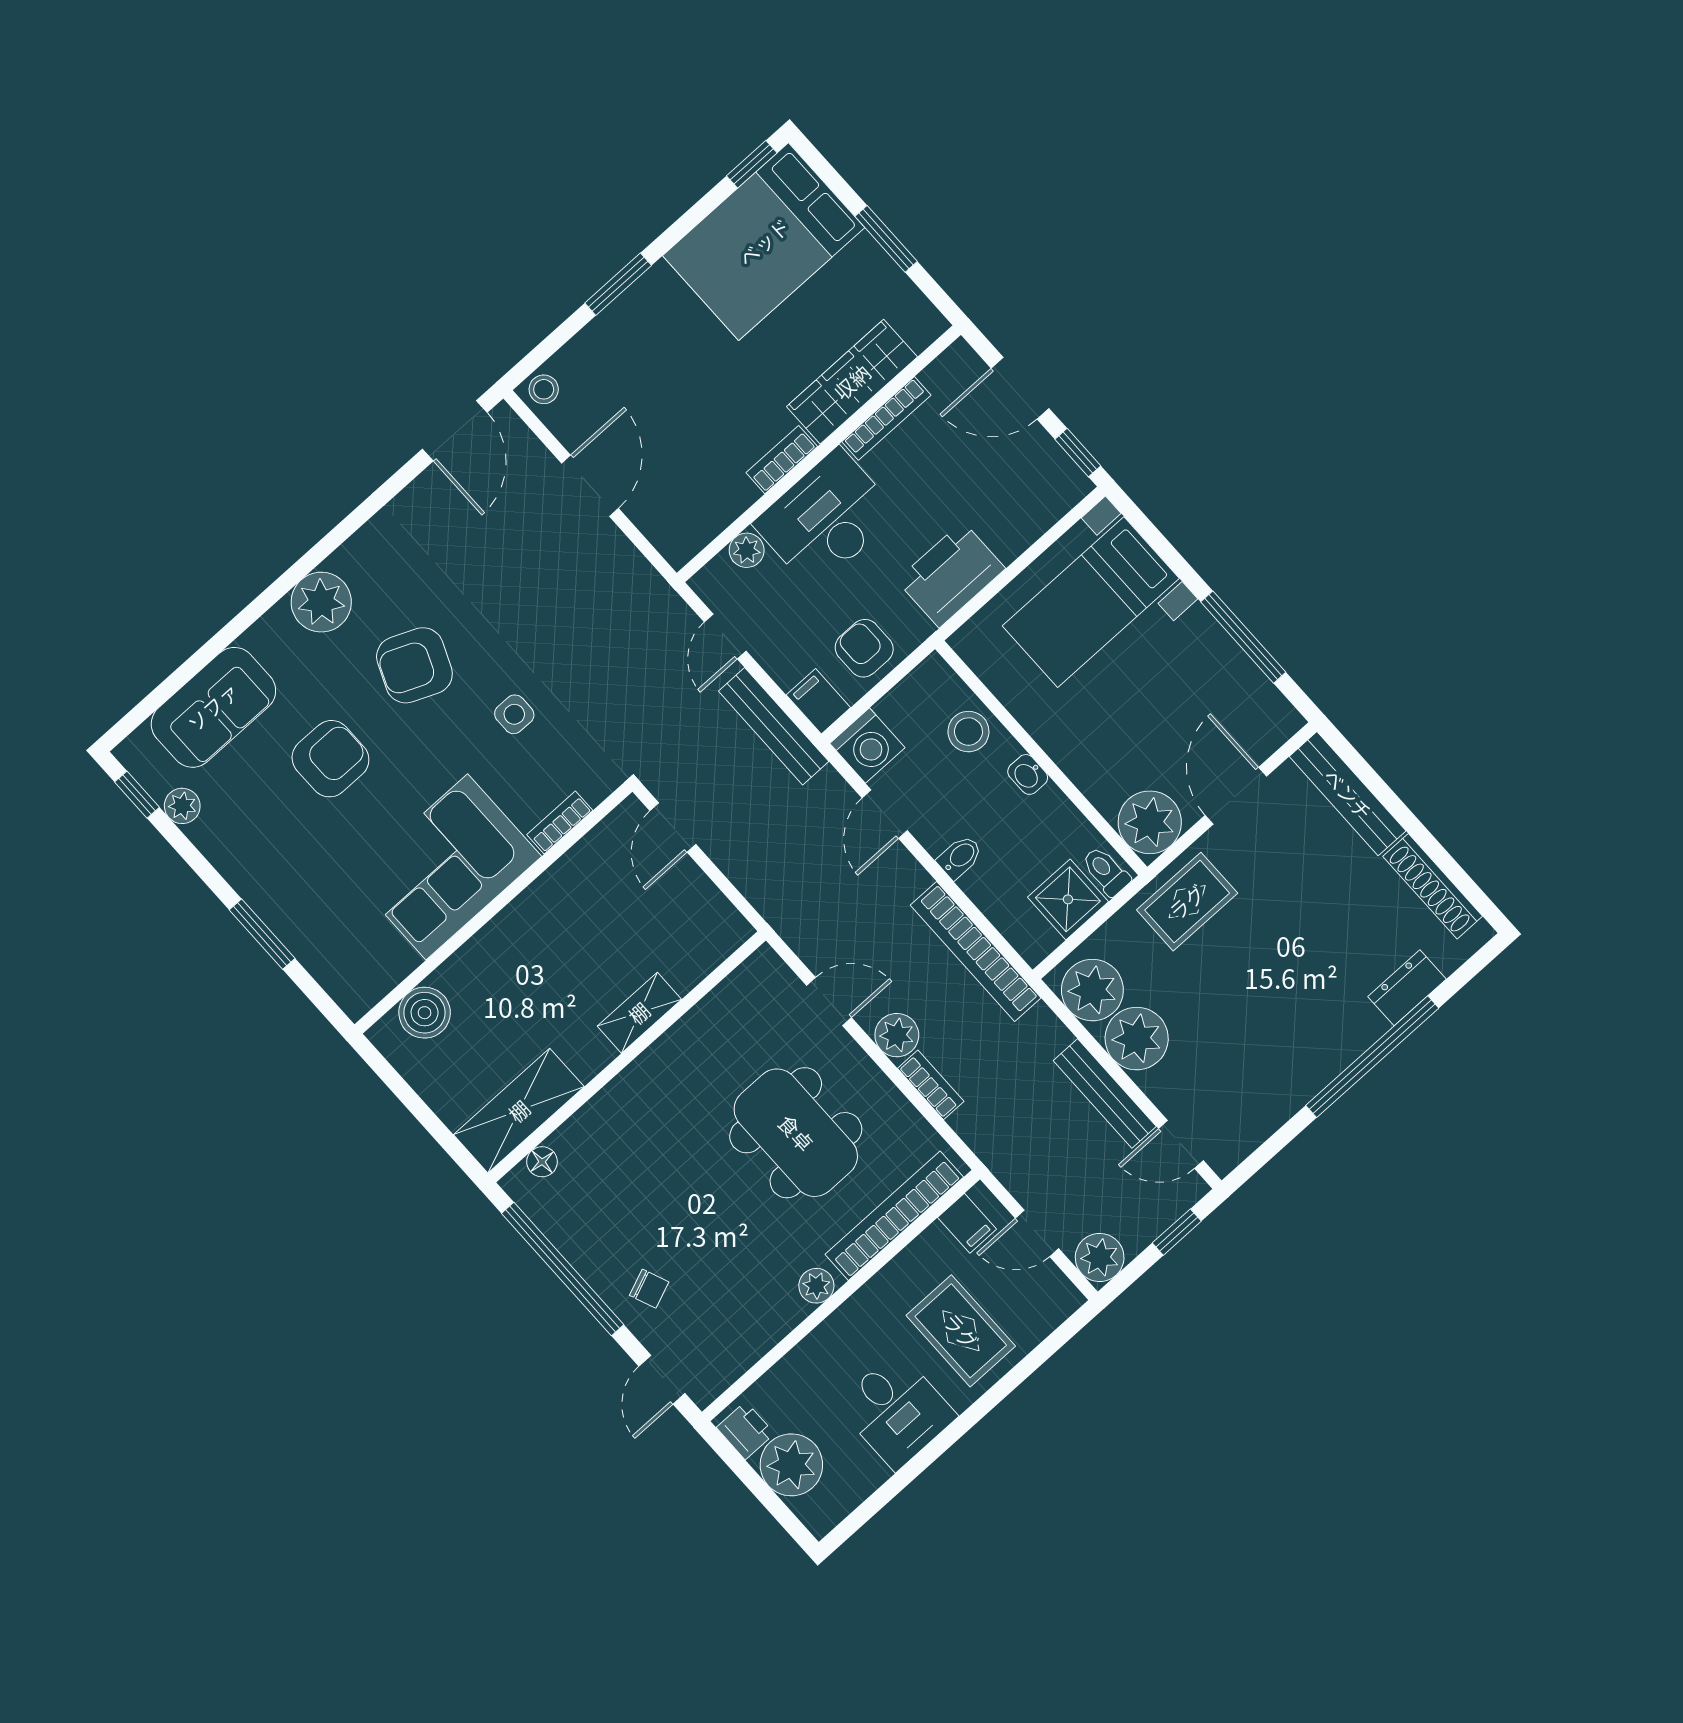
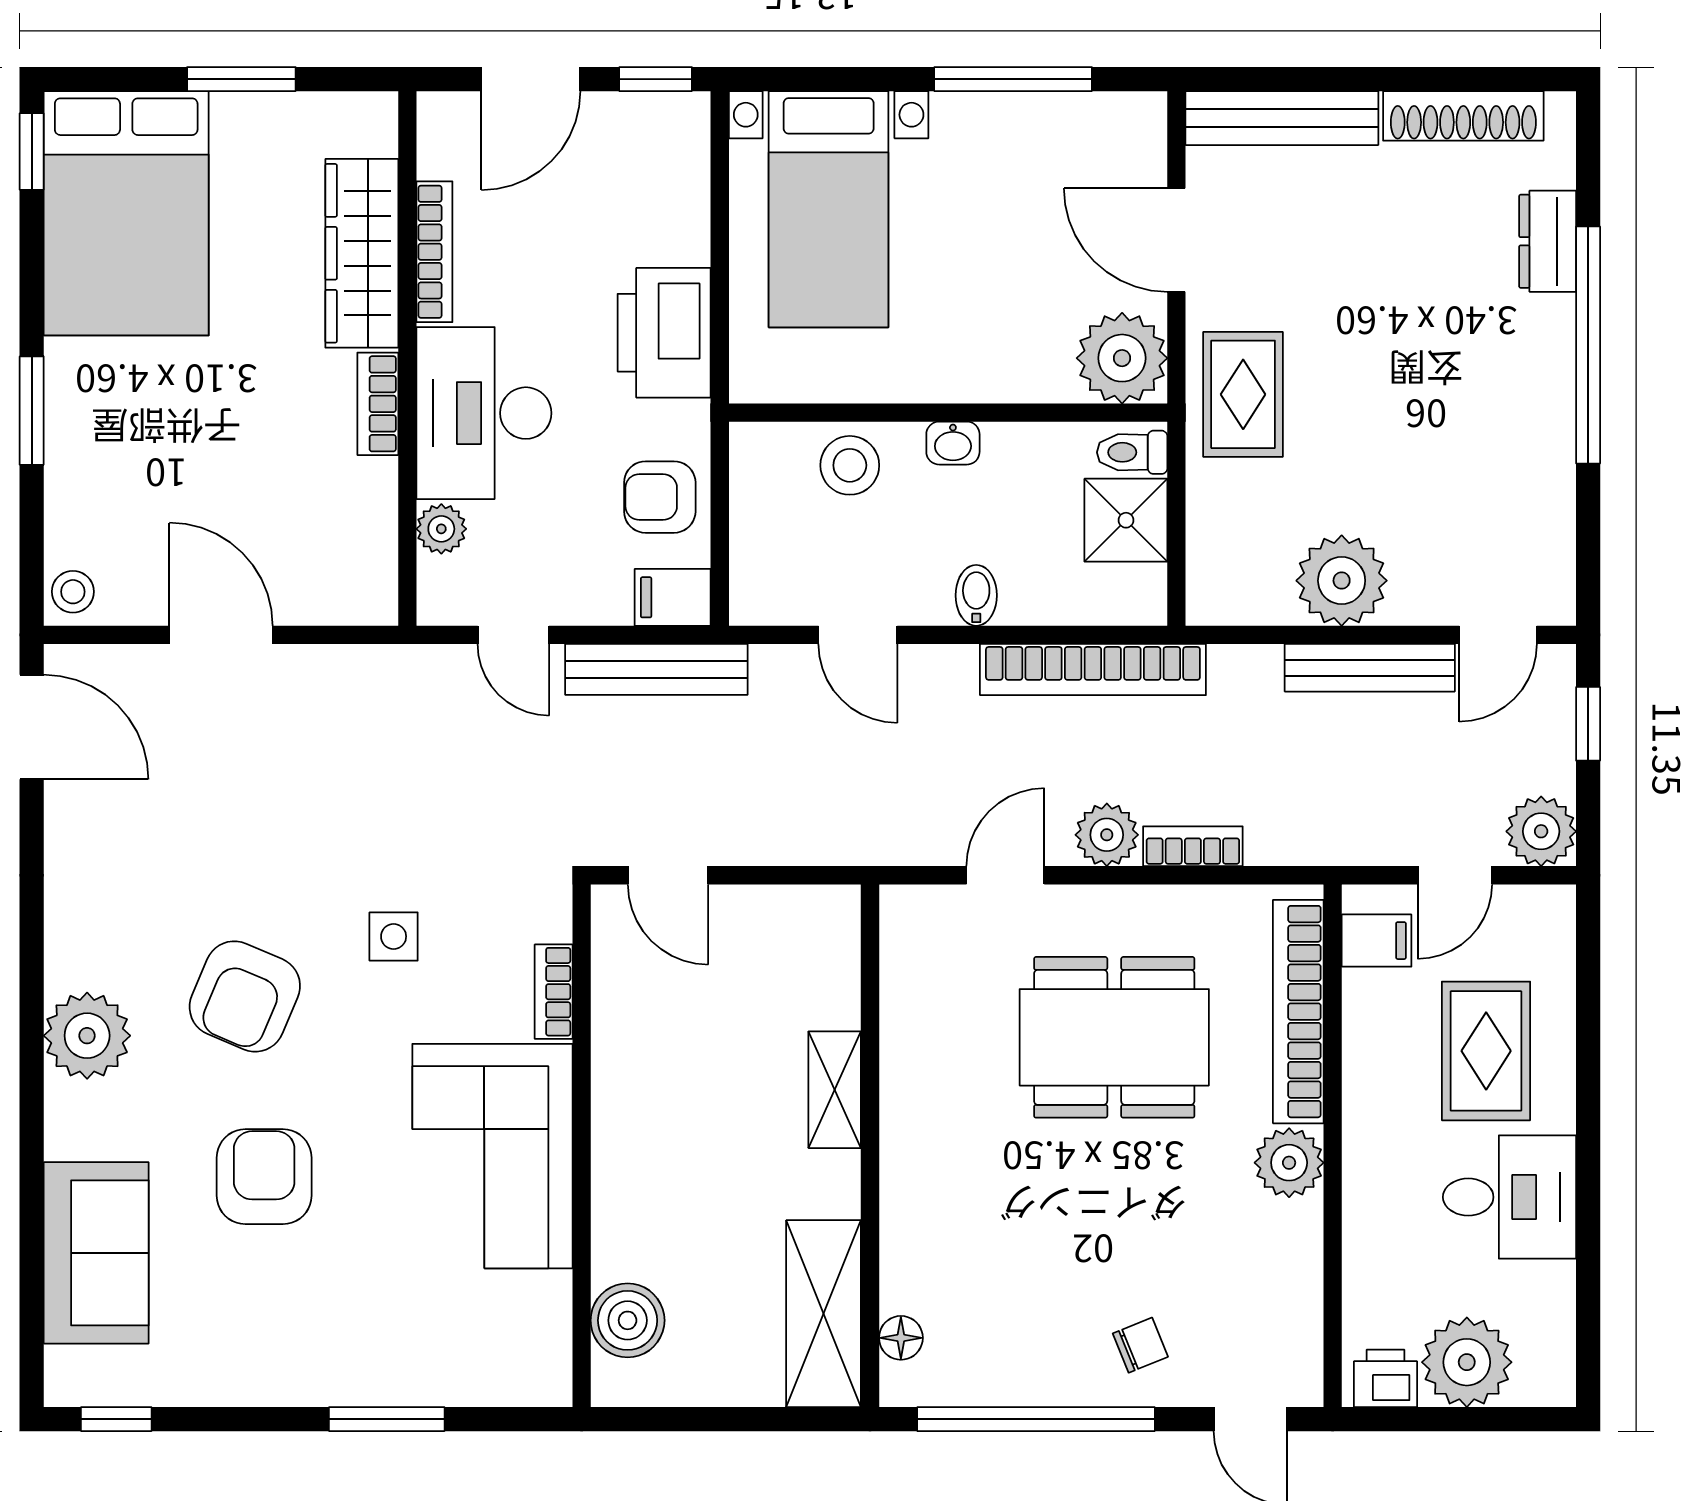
washing machine: (867, 745) -> (767, 587), removed
plant: (182, 806) -> (172, 1381), removed
plant: (1092, 990) -> (1247, 581), removed
plant: (816, 1286) -> (1289, 1163), width x1.38, depth x1.38
rug: (961, 1331) -> (1486, 1051), turned 90

